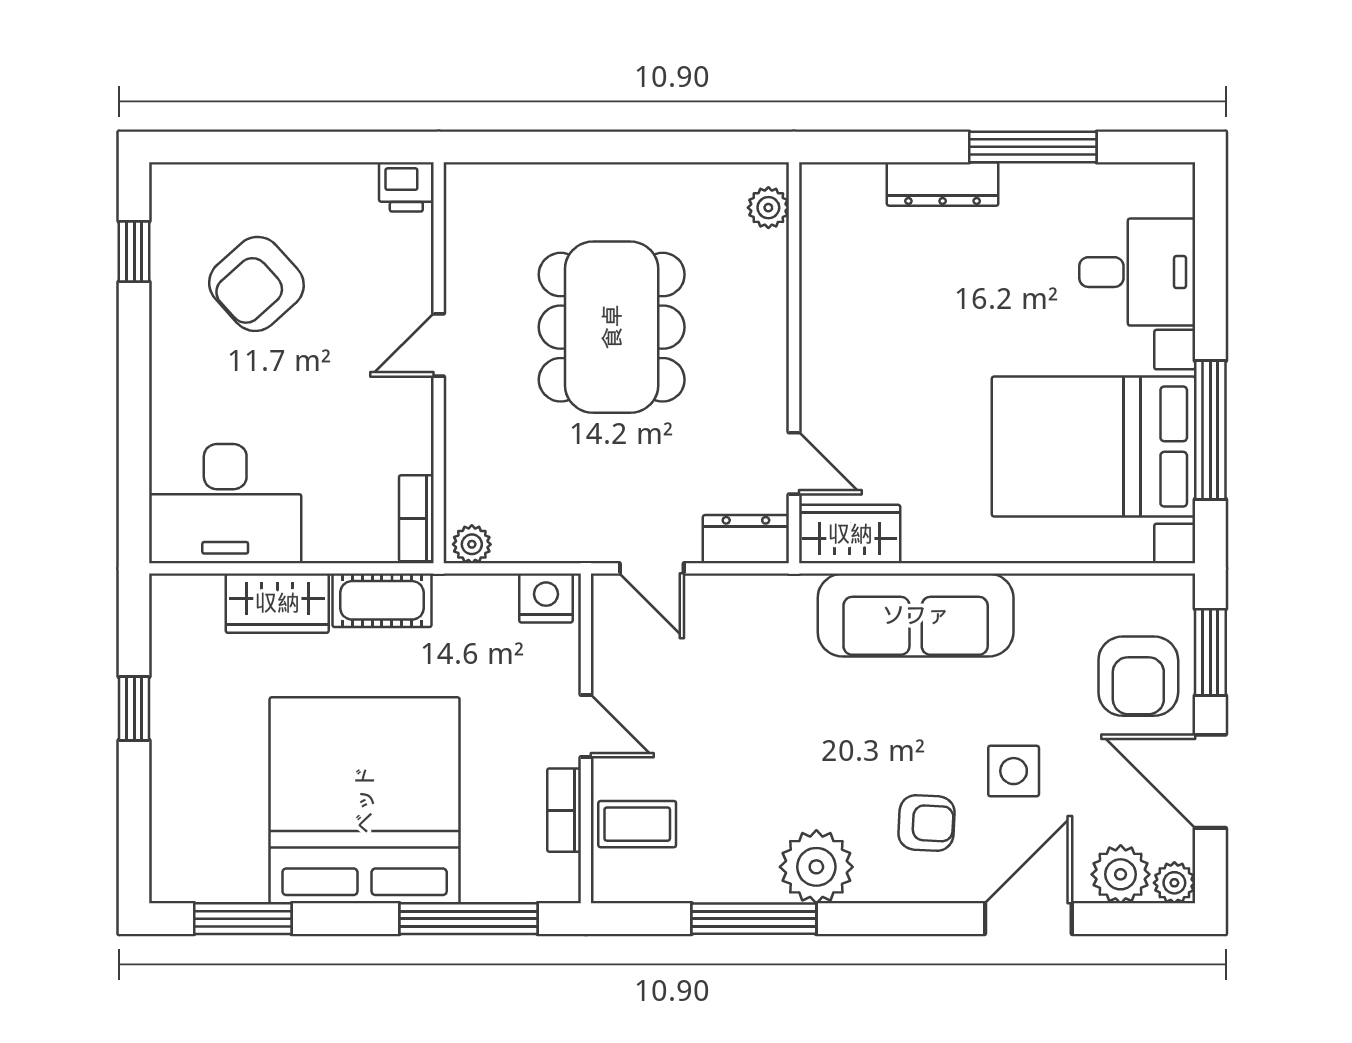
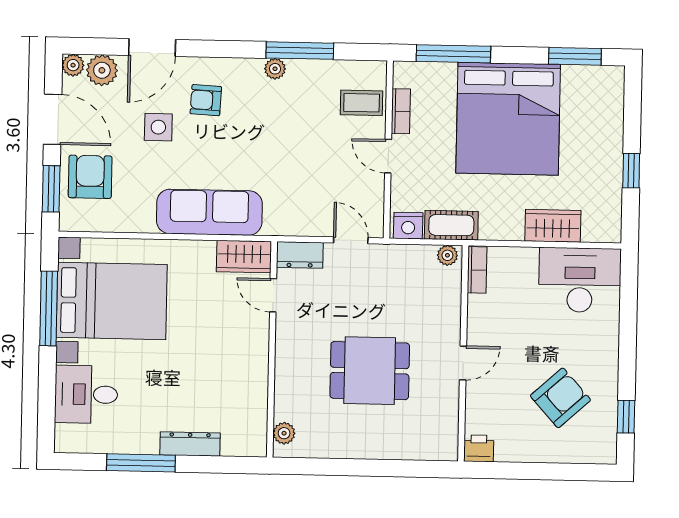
dining table: (612, 327) -> (370, 371), width x0.73
cot: (382, 600) -> (451, 225), moved
plant: (816, 867) -> (275, 69), width x0.53, depth x0.53

